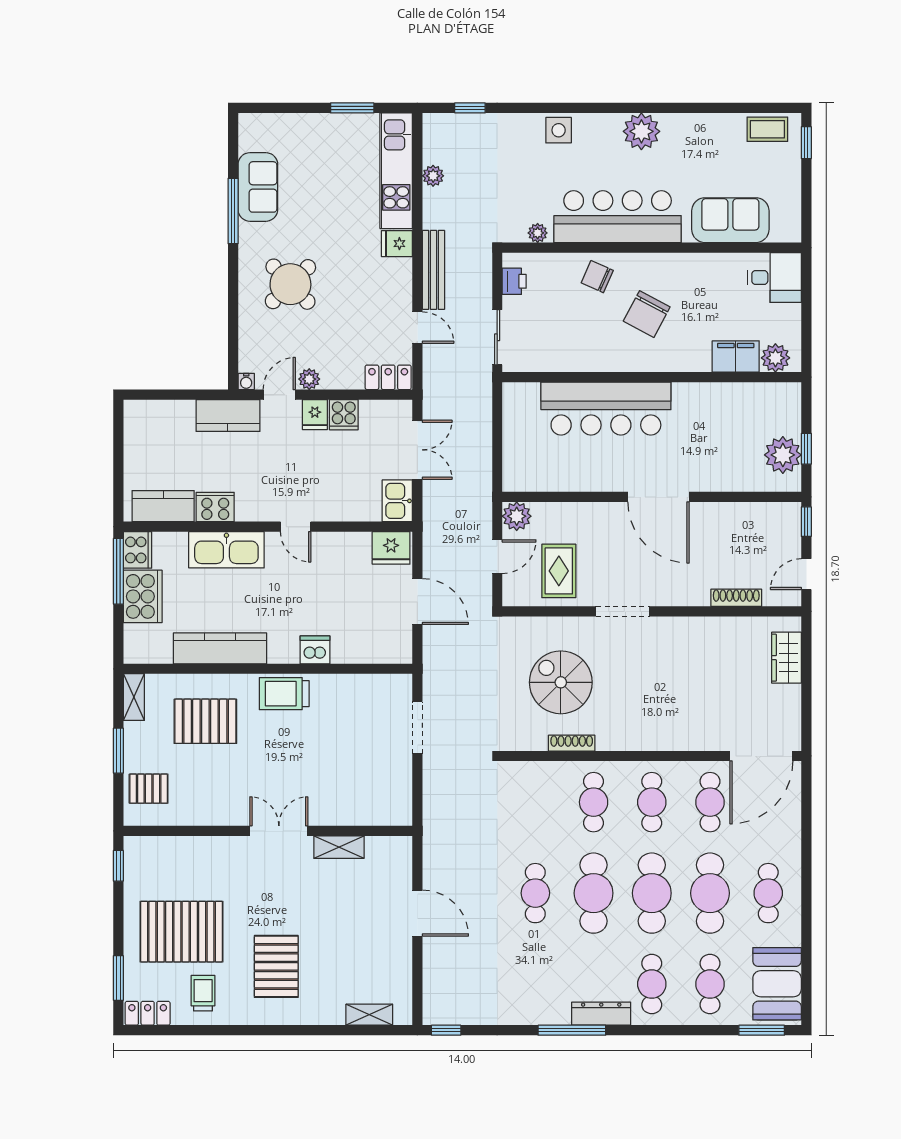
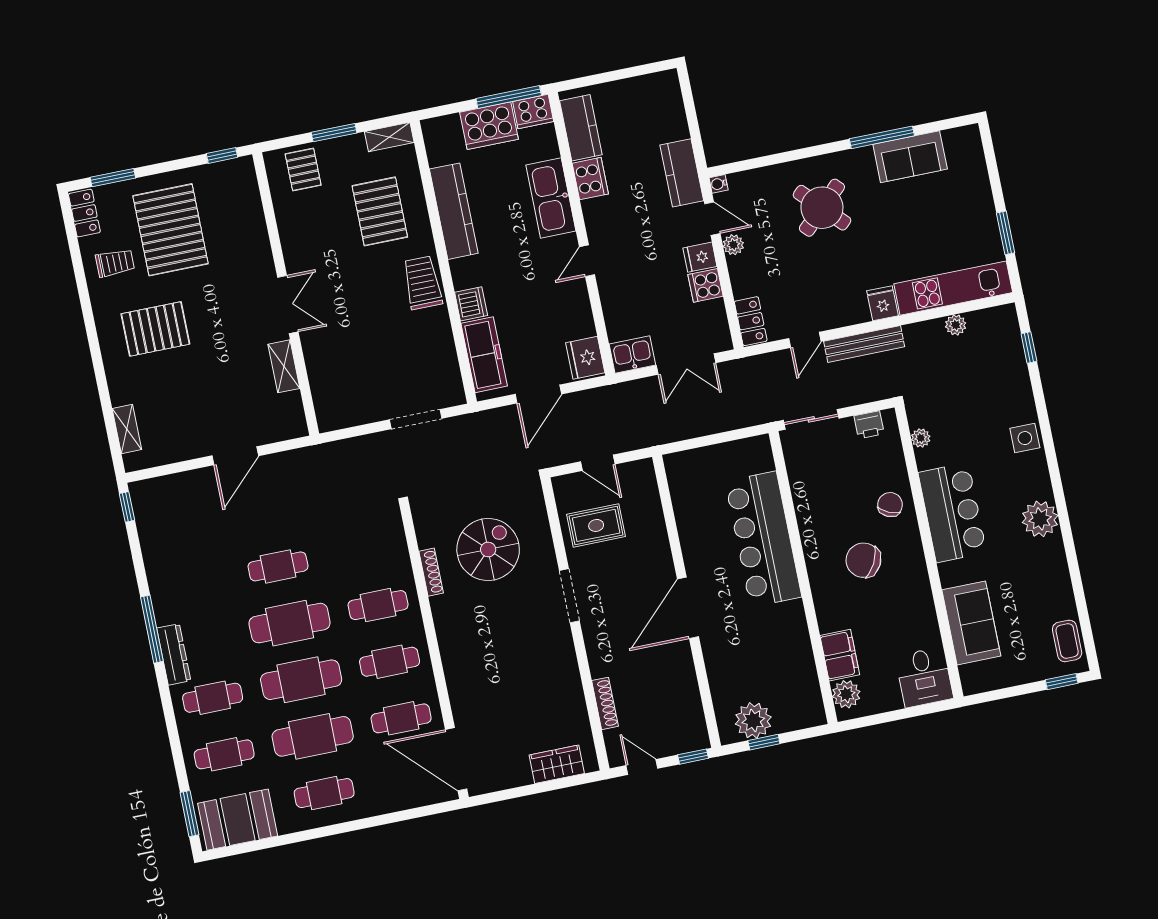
bar counter: (618, 217) -> (952, 513), width x0.73
plant: (517, 516) -> (641, 474), removed
freezer: (368, 647) -> (484, 355), added

